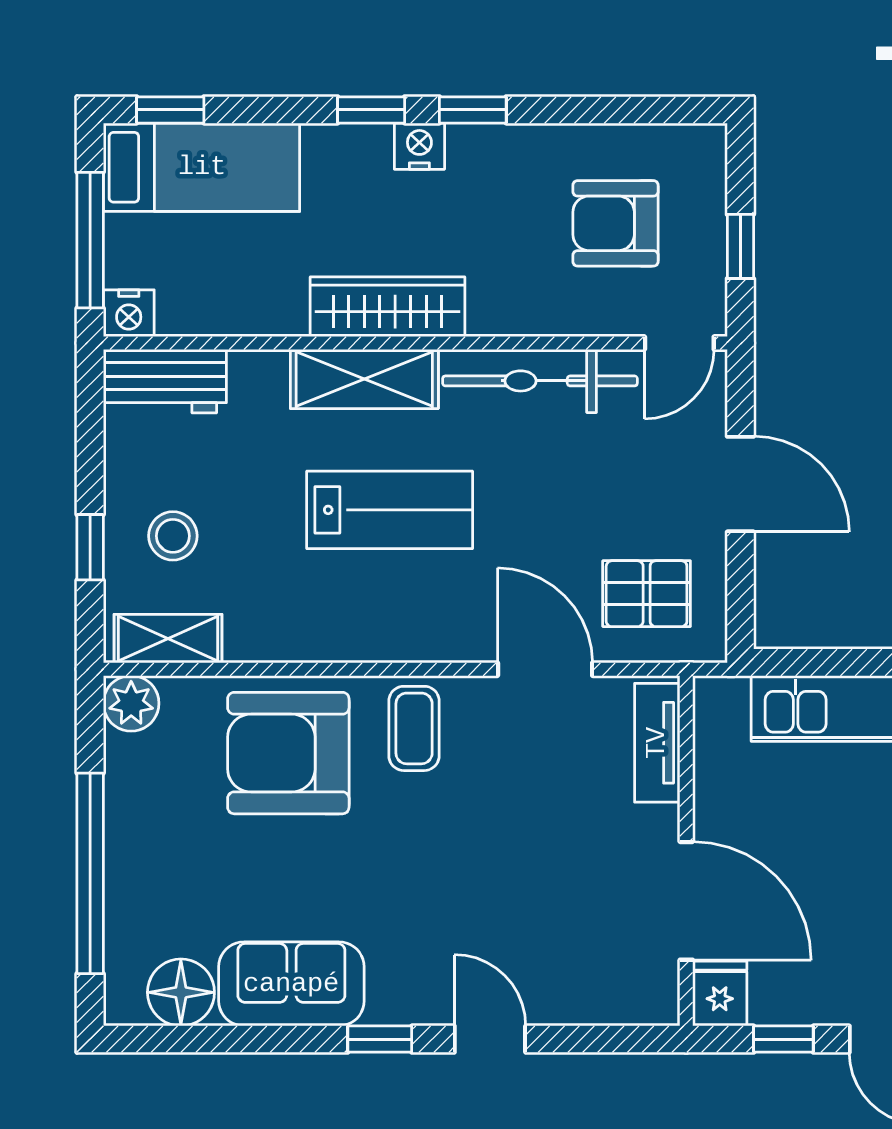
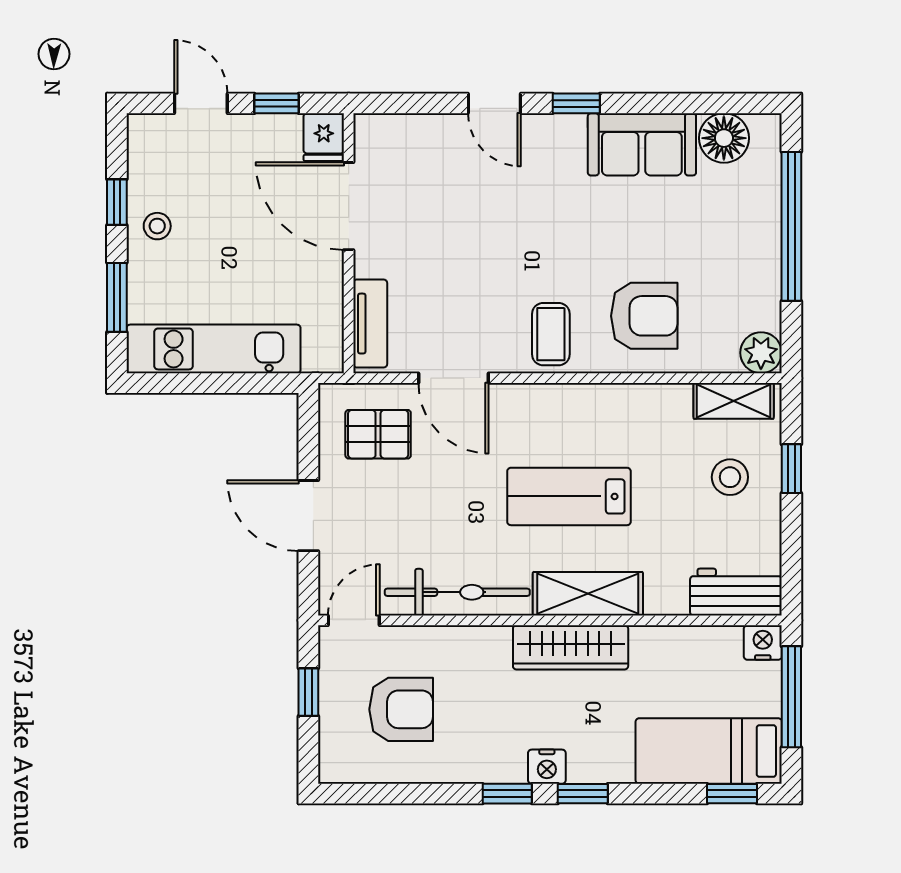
armchair: (288, 753) -> (644, 316), width x0.73, depth x0.73

